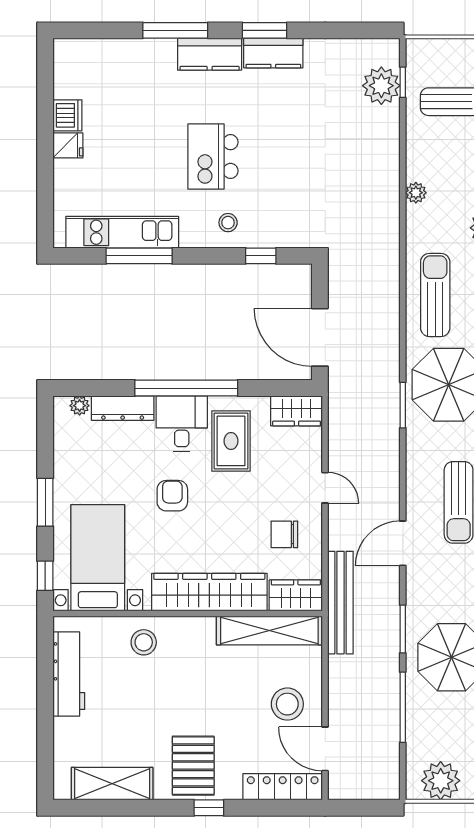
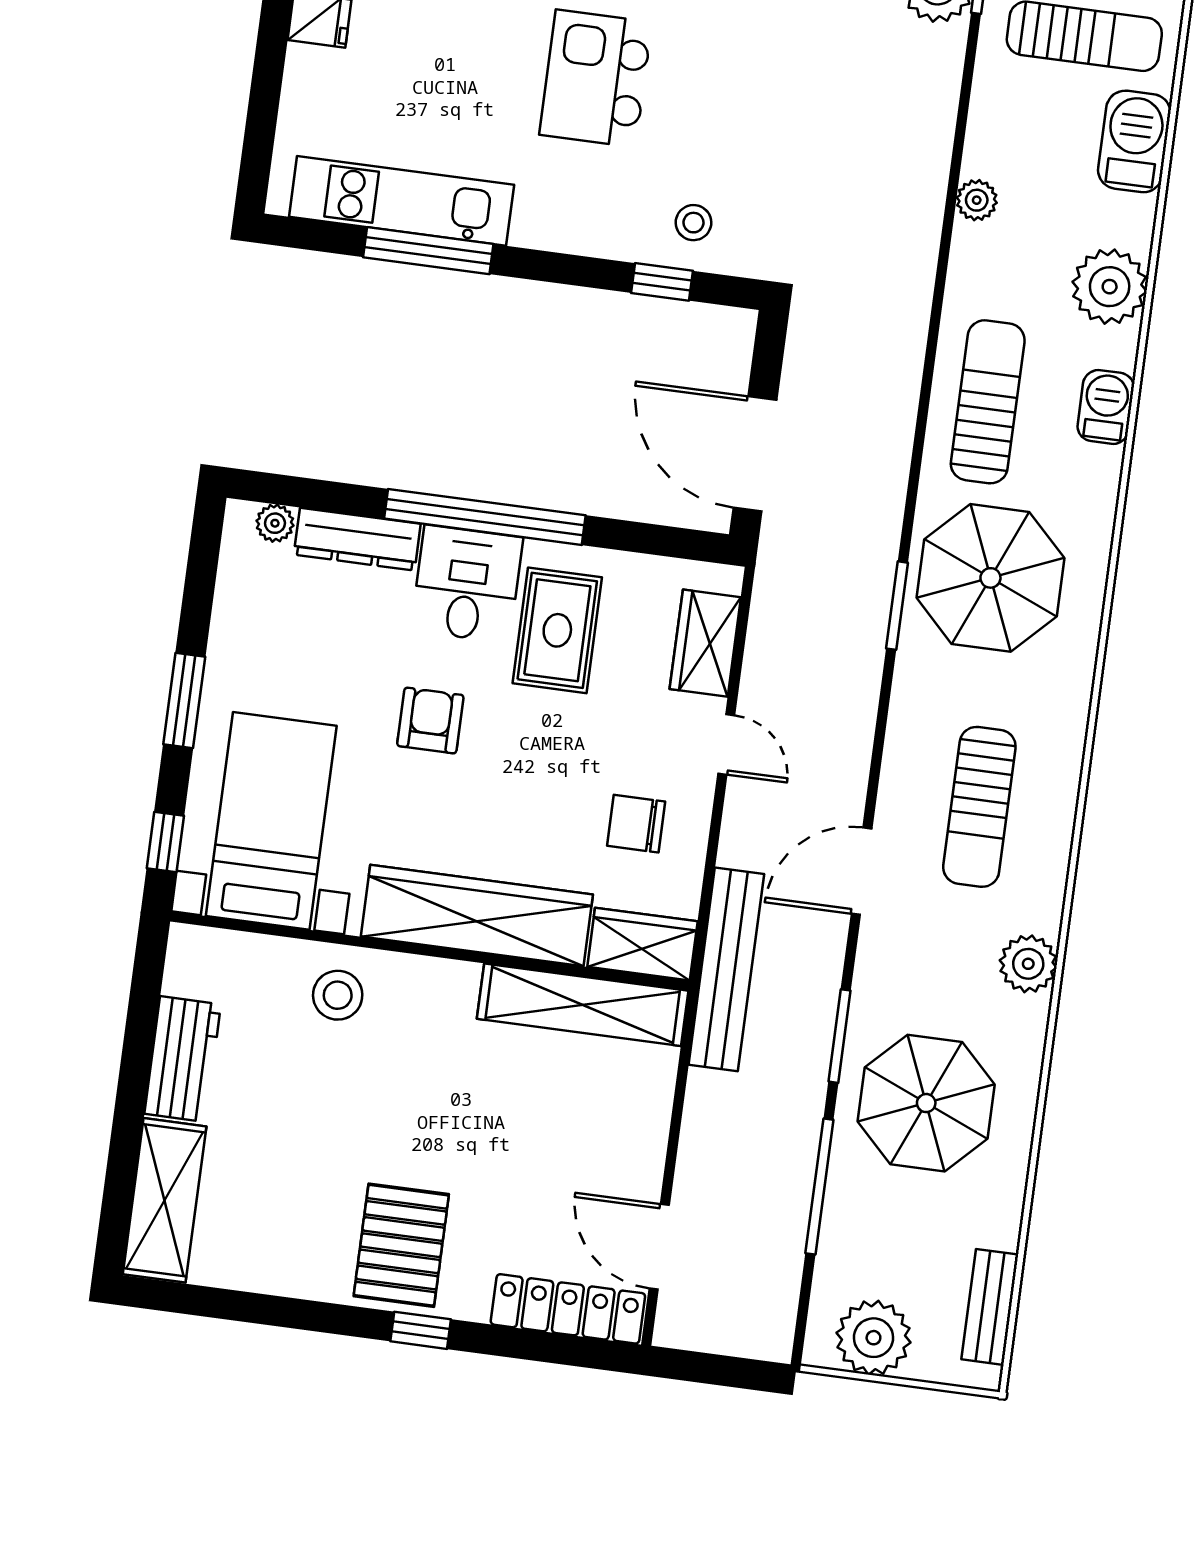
stool: (228, 223) -> (694, 223), moved
wardrobe: (297, 411) -> (705, 643), moved, turned 90
workbench: (69, 674) -> (183, 1059), width x0.73
stool: (287, 704) -> (598, 1151), removed
shelving: (112, 784) -> (165, 1200), moved, turned 90

